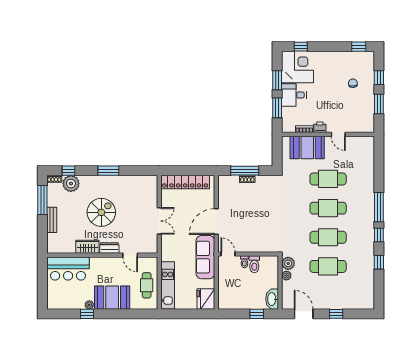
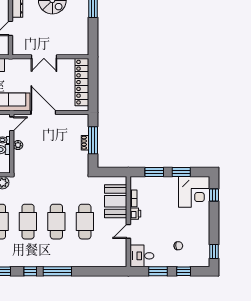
desk: (294, 95) -> (142, 256), moved, turned -90
plant: (250, 248) -> (18, 145), added

